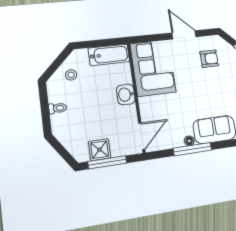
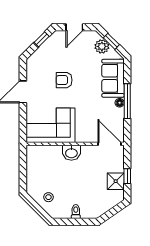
bathtub: (109, 55) -> (34, 163), removed
armchair: (209, 59) -> (64, 80), moved, turned -90
window: (107, 162) -> (127, 176), width x0.46

